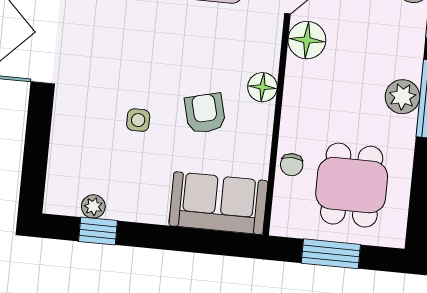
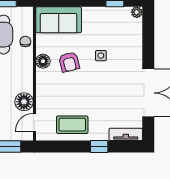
floor lamp: (262, 87) -> (43, 61), moved
plant: (93, 206) -> (137, 12), moved

